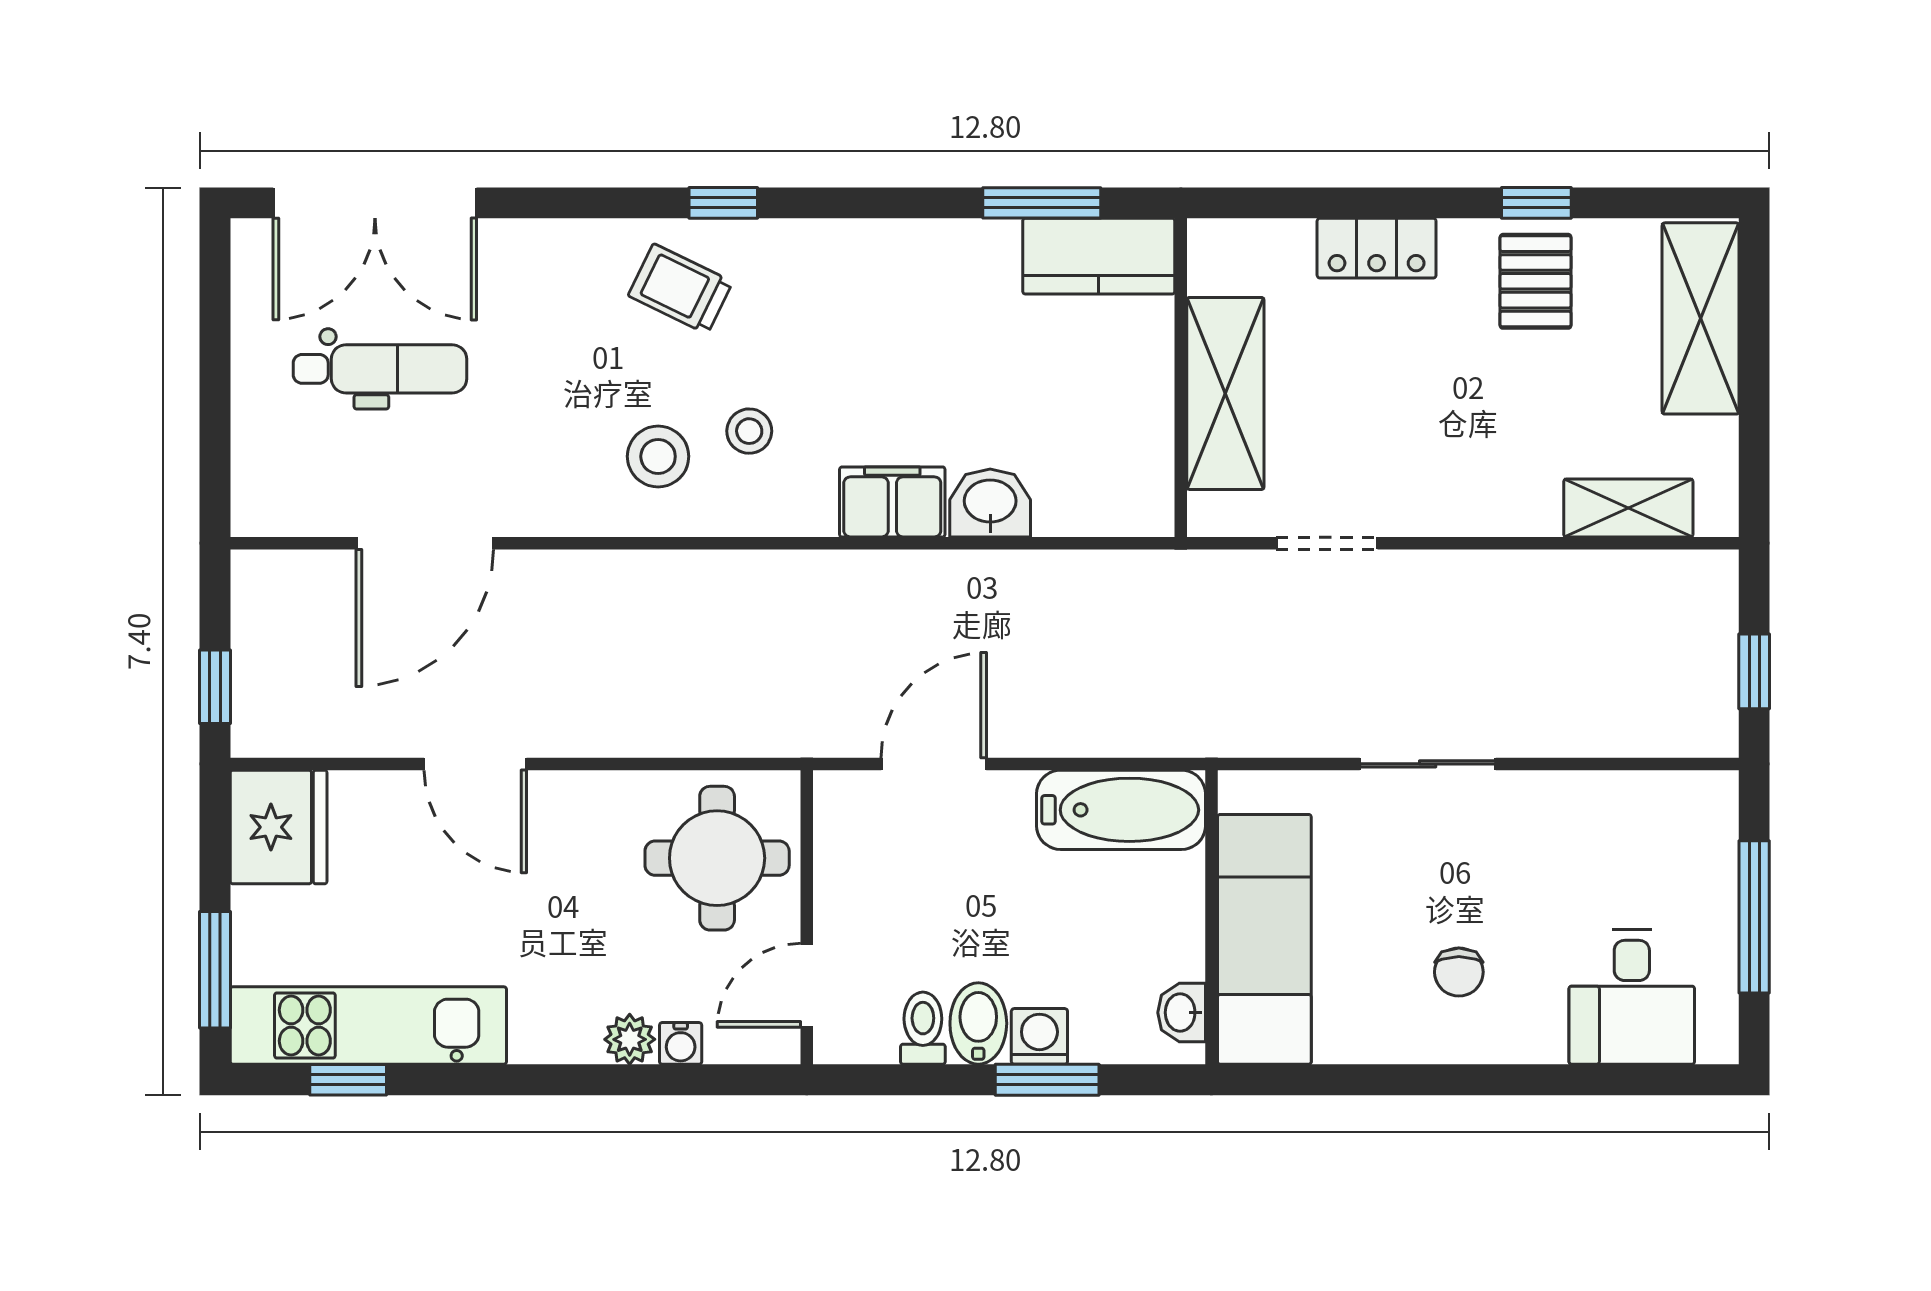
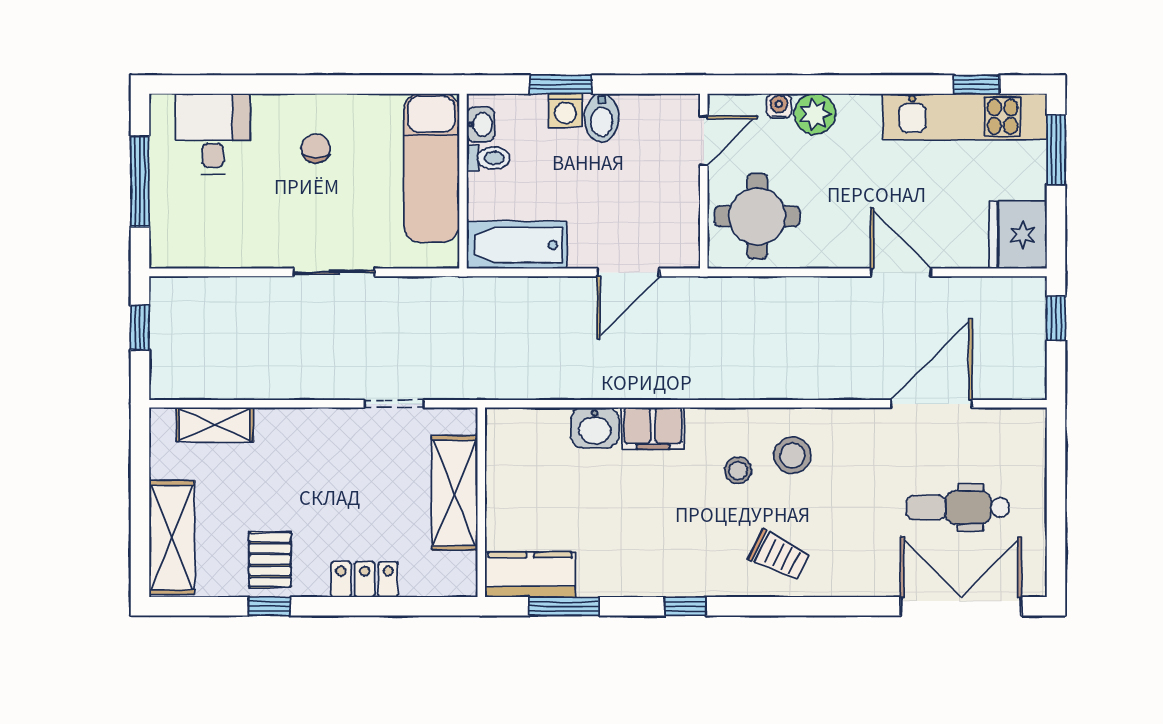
window: (723, 203) -> (685, 606), moved
toilet: (923, 1028) -> (488, 158), moved, turned -90
plant: (630, 1039) -> (815, 114), width x1.38, depth x1.38

